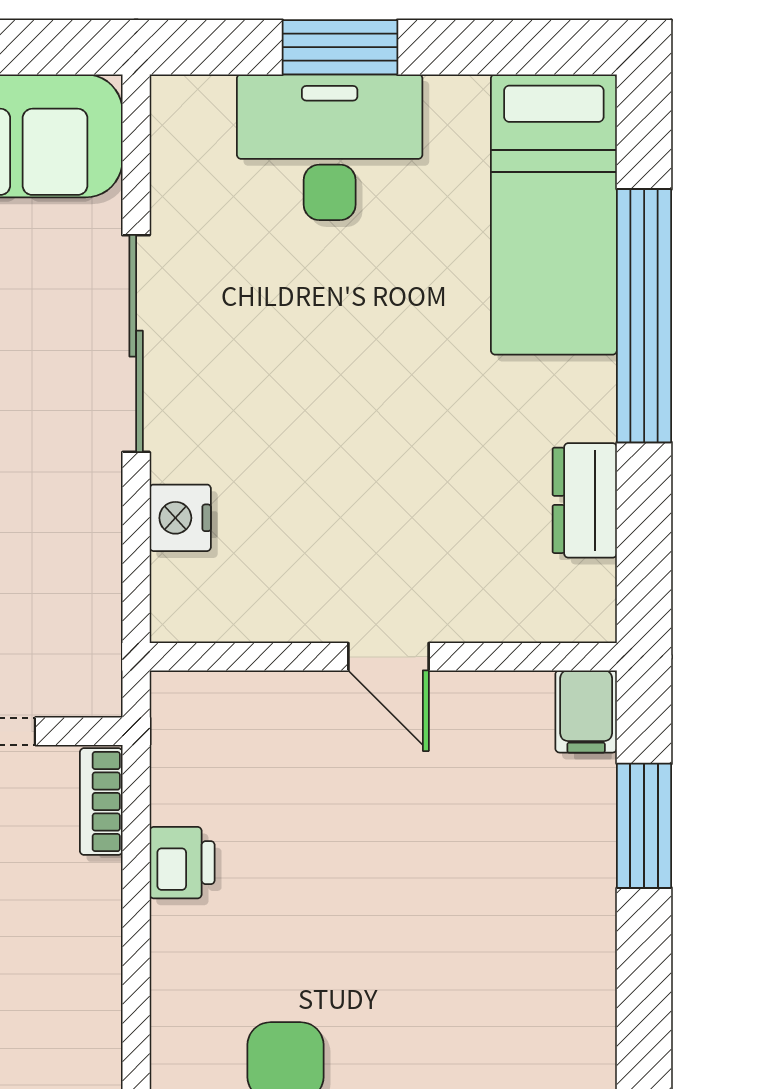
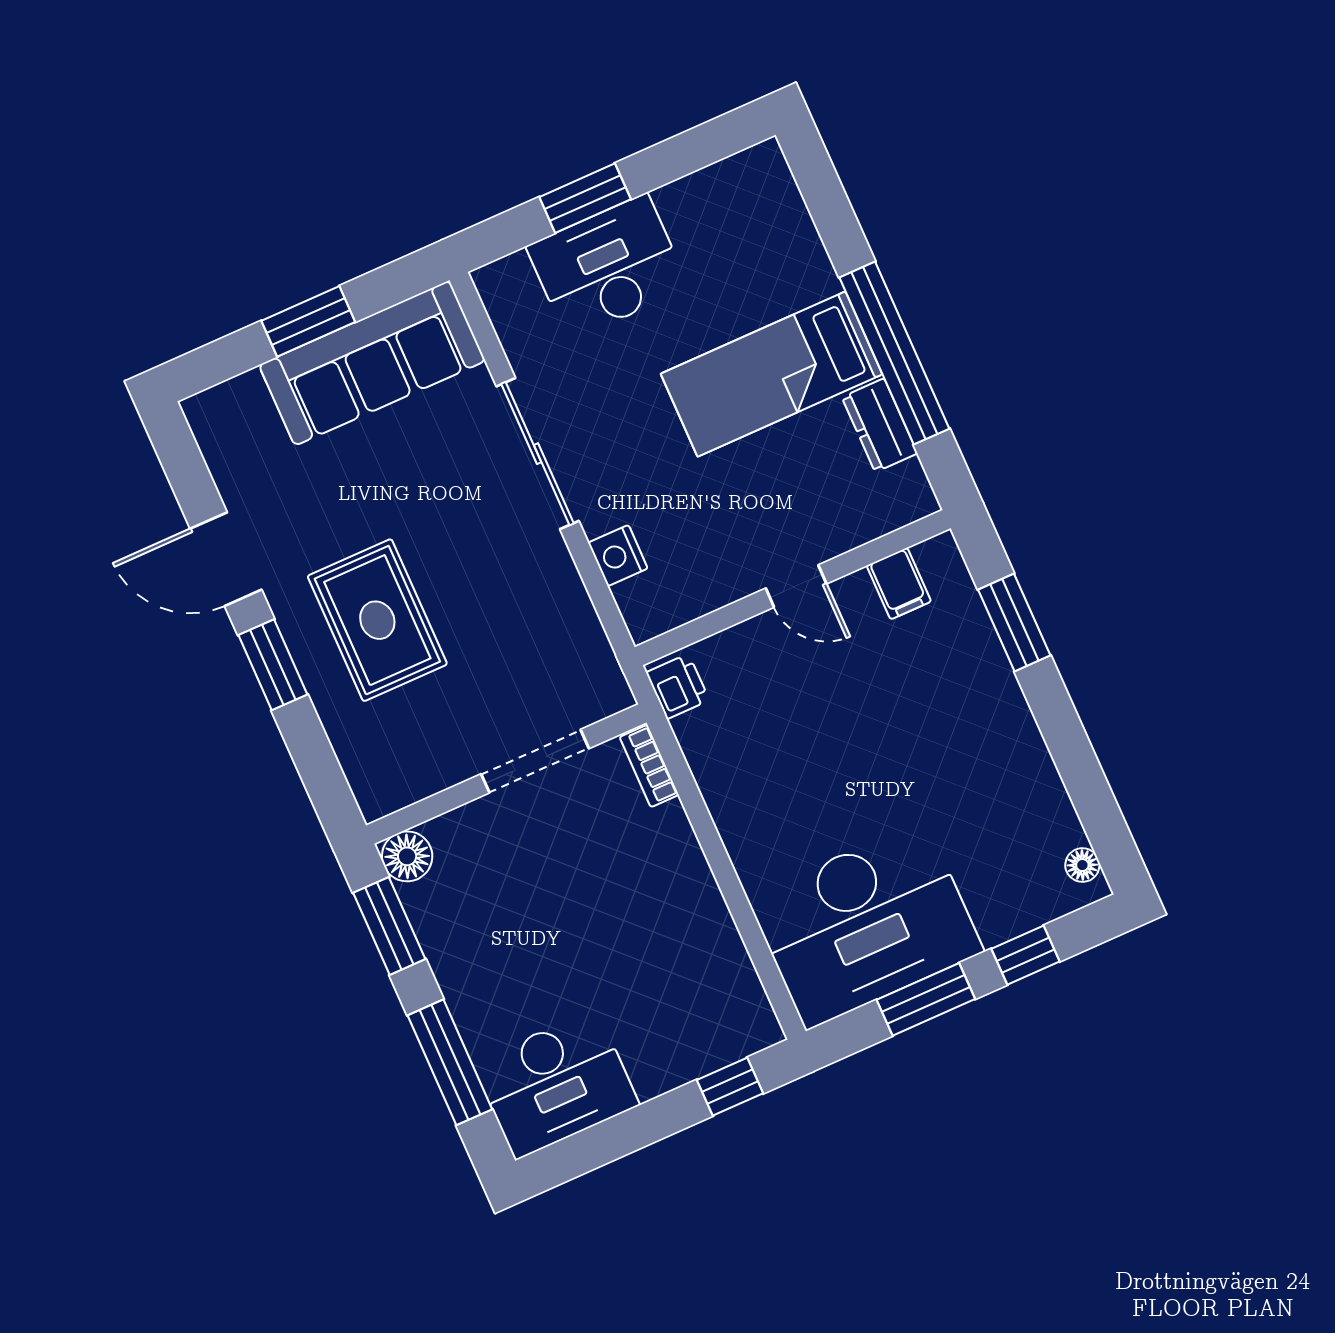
bed: (554, 214) -> (772, 374), moved, turned 90
window: (644, 316) -> (894, 353), moved
filing cabinet: (586, 711) -> (899, 584), moved
printer: (182, 863) -> (678, 686), moved

